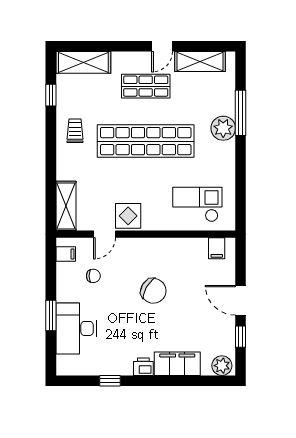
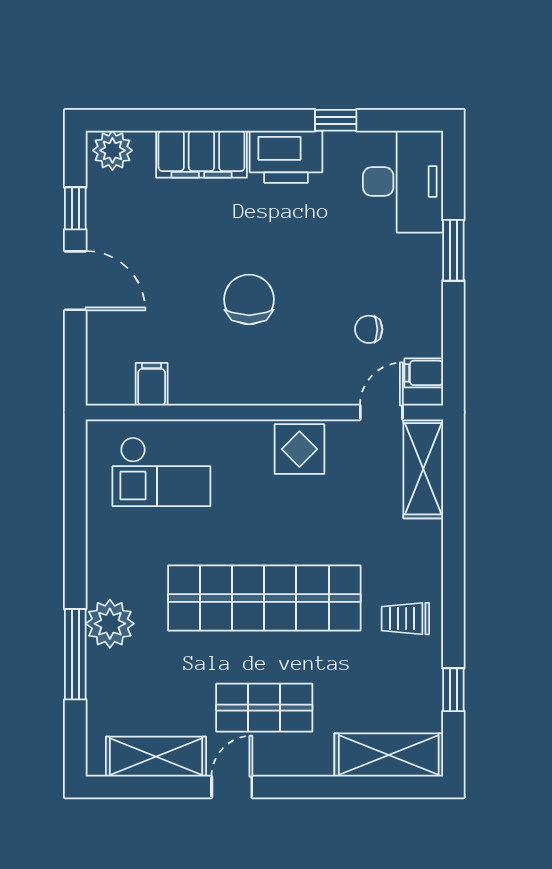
trolley: (75, 131) -> (405, 619), turned 90
door: (104, 234) -> (381, 412), moved
filing cabinet: (217, 248) -> (152, 384), moved
chair: (153, 291) -> (249, 299), turned 60
desk: (76, 328) -> (403, 182), moved
printer: (143, 367) -> (286, 157), width x1.87, depth x1.48

